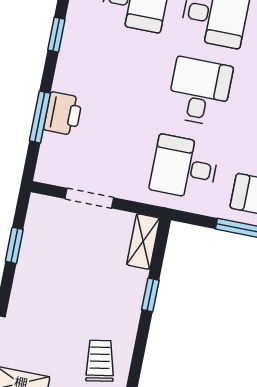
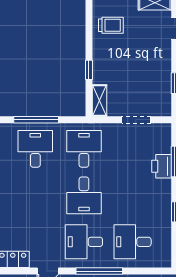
desk: (184, 167) -> (84, 149), turned -90
trolley: (100, 361) -> (111, 25), turned -80

